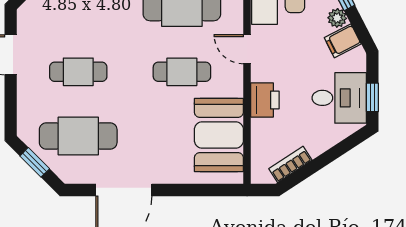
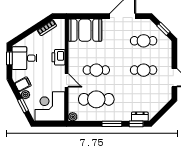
booth: (219, 135) -> (85, 30), moved, turned 90
cafe table: (78, 136) -> (144, 41), width x0.73, depth x0.74

